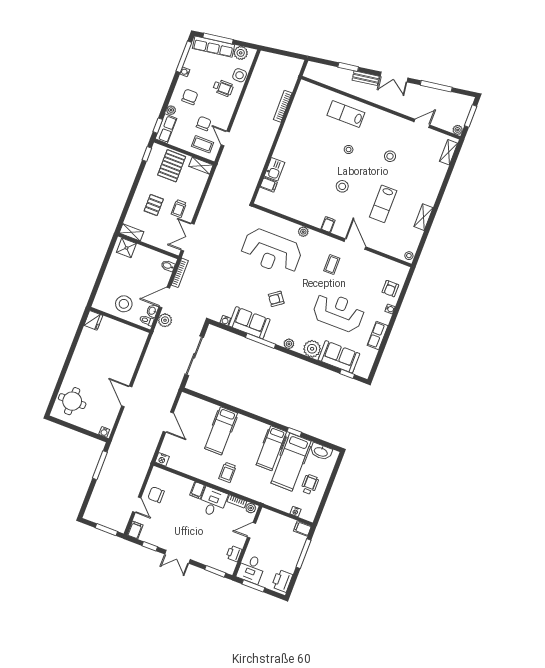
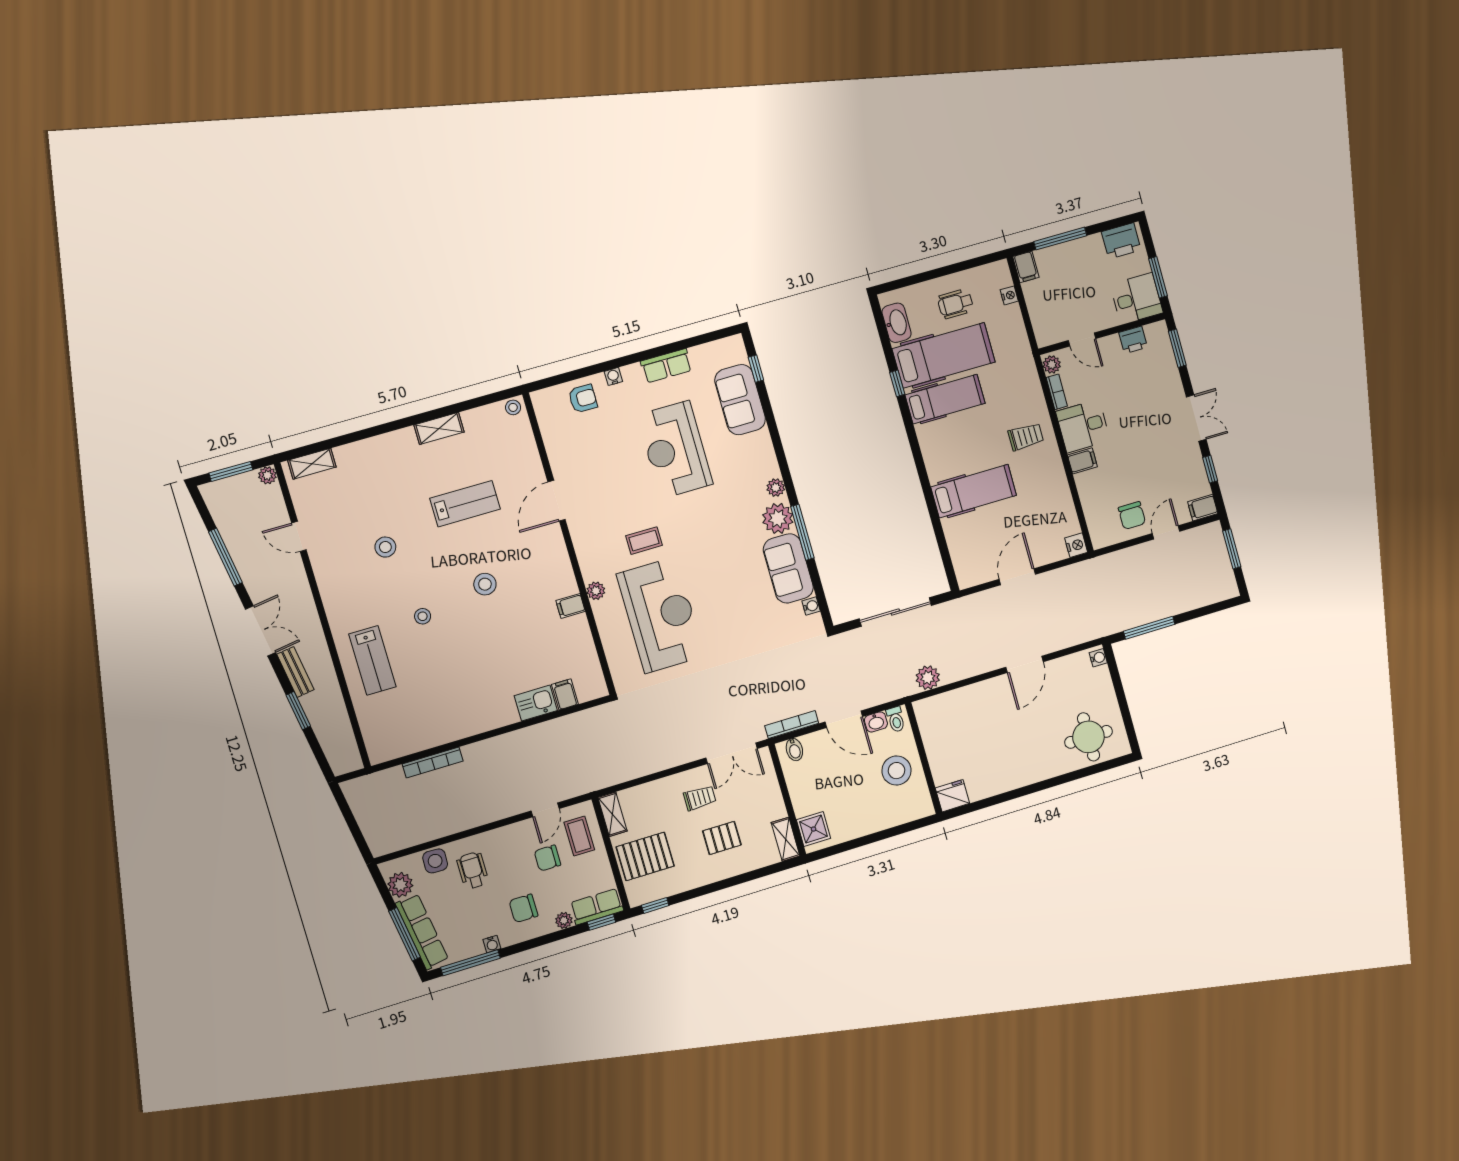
filing cabinet: (328, 225) -> (571, 606), moved
coffee table: (332, 265) -> (644, 541), moved
armchair: (276, 299) -> (724, 556), removed
plant: (165, 320) -> (928, 678), moved
plant: (312, 349) -> (778, 518), moved

